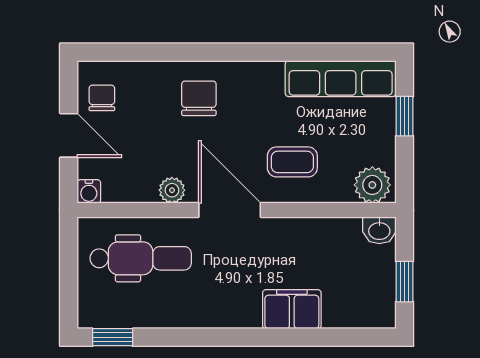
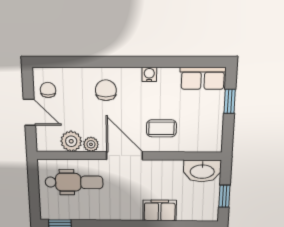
row of seats: (341, 79) -> (203, 78), width x0.68
plant: (372, 185) -> (71, 141), moved
water cooler: (89, 191) -> (149, 74), moved, turned 180
washbasin: (379, 230) -> (202, 171), width x1.91, depth x1.45

